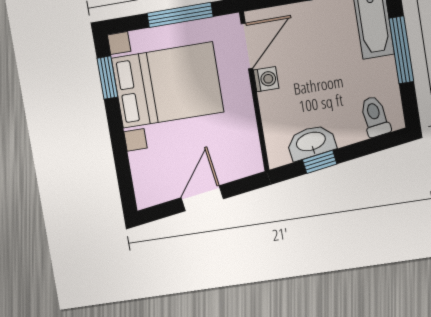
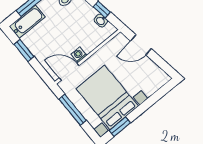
washbasin: (311, 142) -> (101, 21), width x0.52, depth x0.69
door: (202, 198) -> (141, 45), moved

